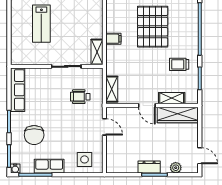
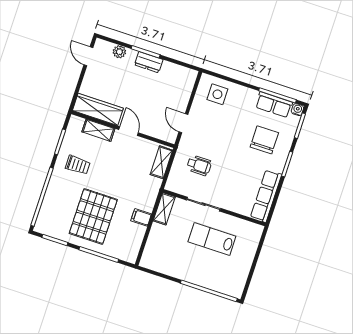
lab bench: (41, 24) -> (212, 239), moved, turned -90
row of seats: (49, 166) -> (274, 105), moved

